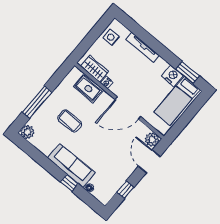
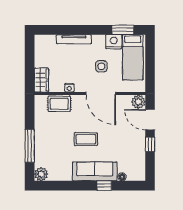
side table: (111, 37) -> (101, 66), moved
wardrobe: (95, 69) -> (41, 80), moved, turned 90
door: (128, 108) -> (101, 93), hinge flipped
coffee table: (70, 121) -> (86, 139), moved
window: (125, 190) -> (150, 144), moved

